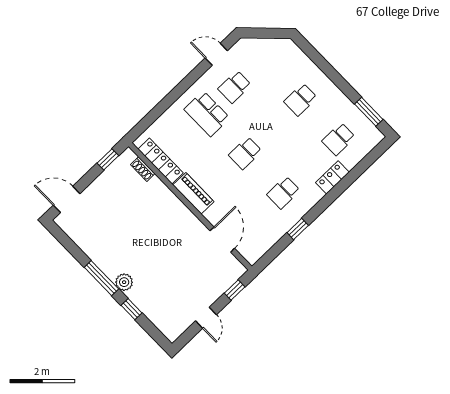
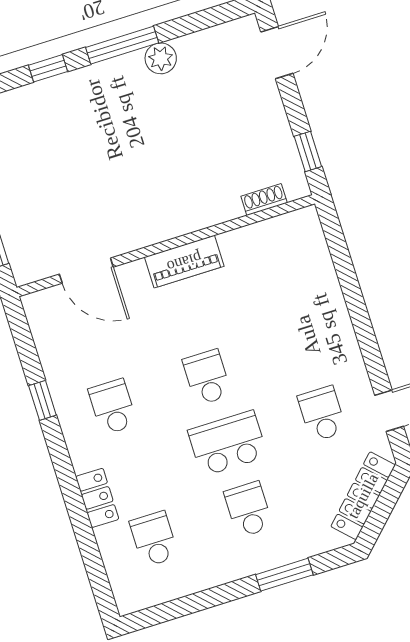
window: (369, 112) -> (284, 575), moved
school desk: (207, 114) -> (228, 443), moved
locker: (161, 161) -> (363, 496), moved, turned 135
plant: (124, 282) -> (161, 58), moved

